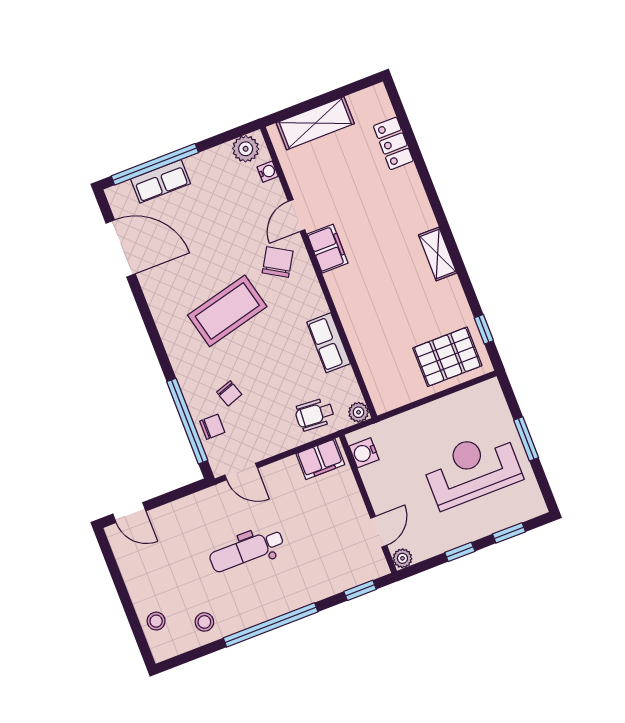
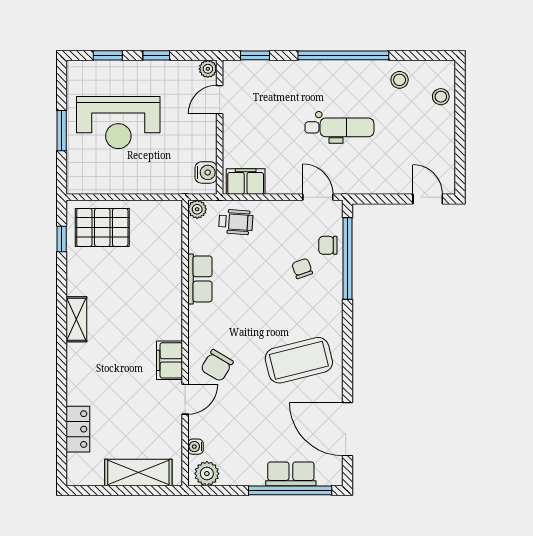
coffee table: (227, 311) -> (299, 360), moved

